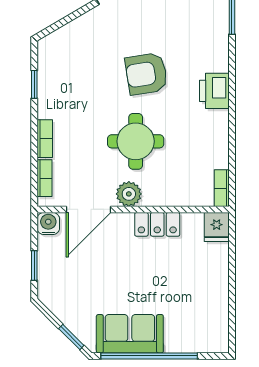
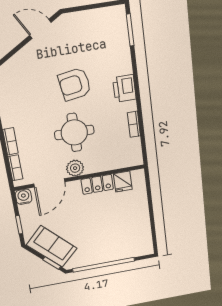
bookcase: (222, 188) -> (134, 124), moved
fridge: (217, 227) -> (123, 182), moved
sofa: (130, 334) -> (52, 247), moved, turned 45

